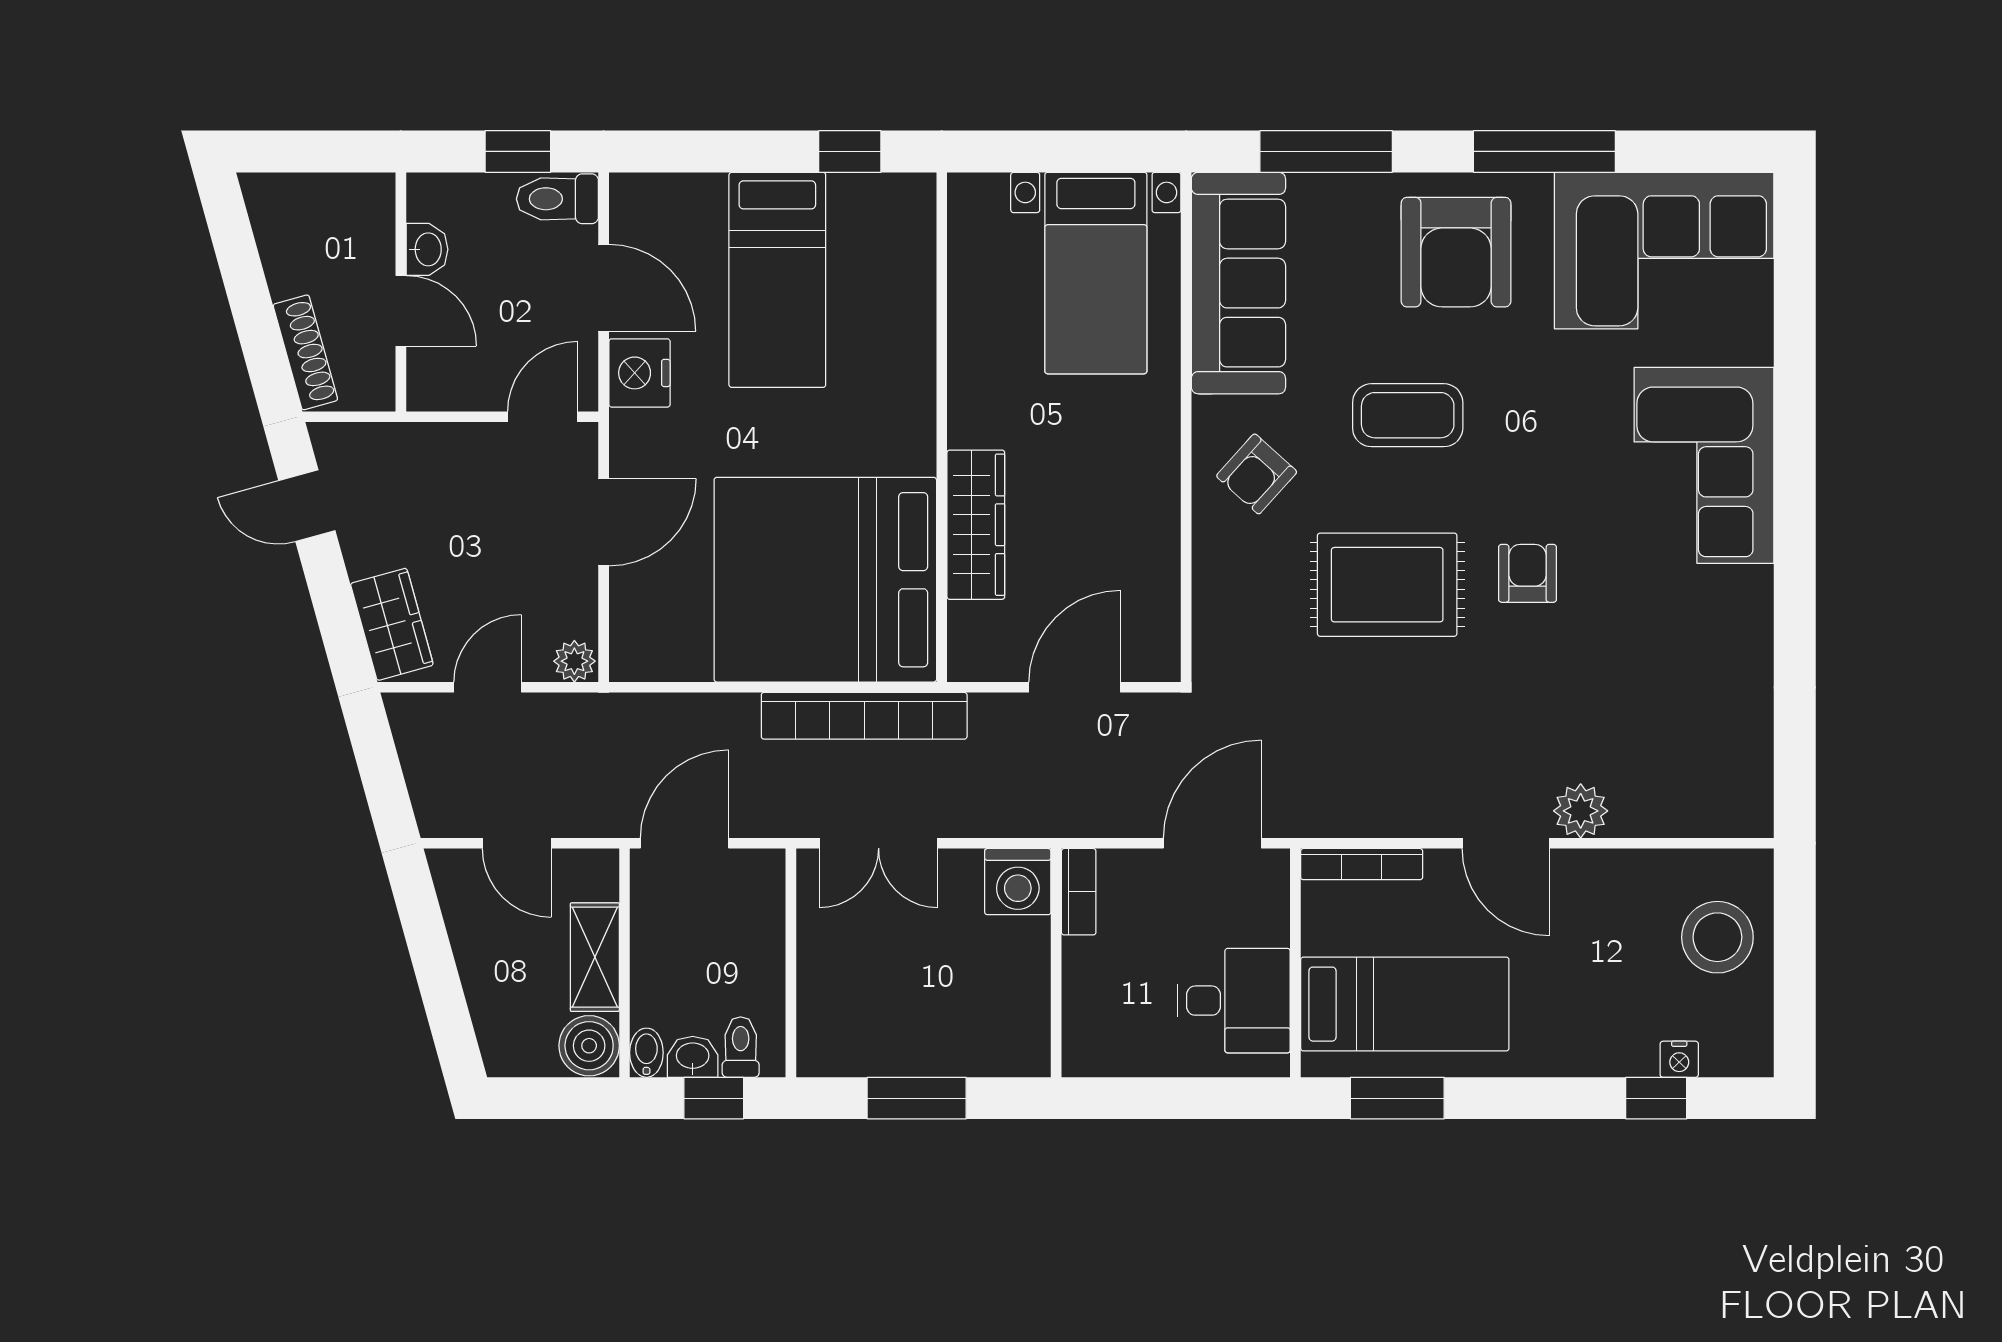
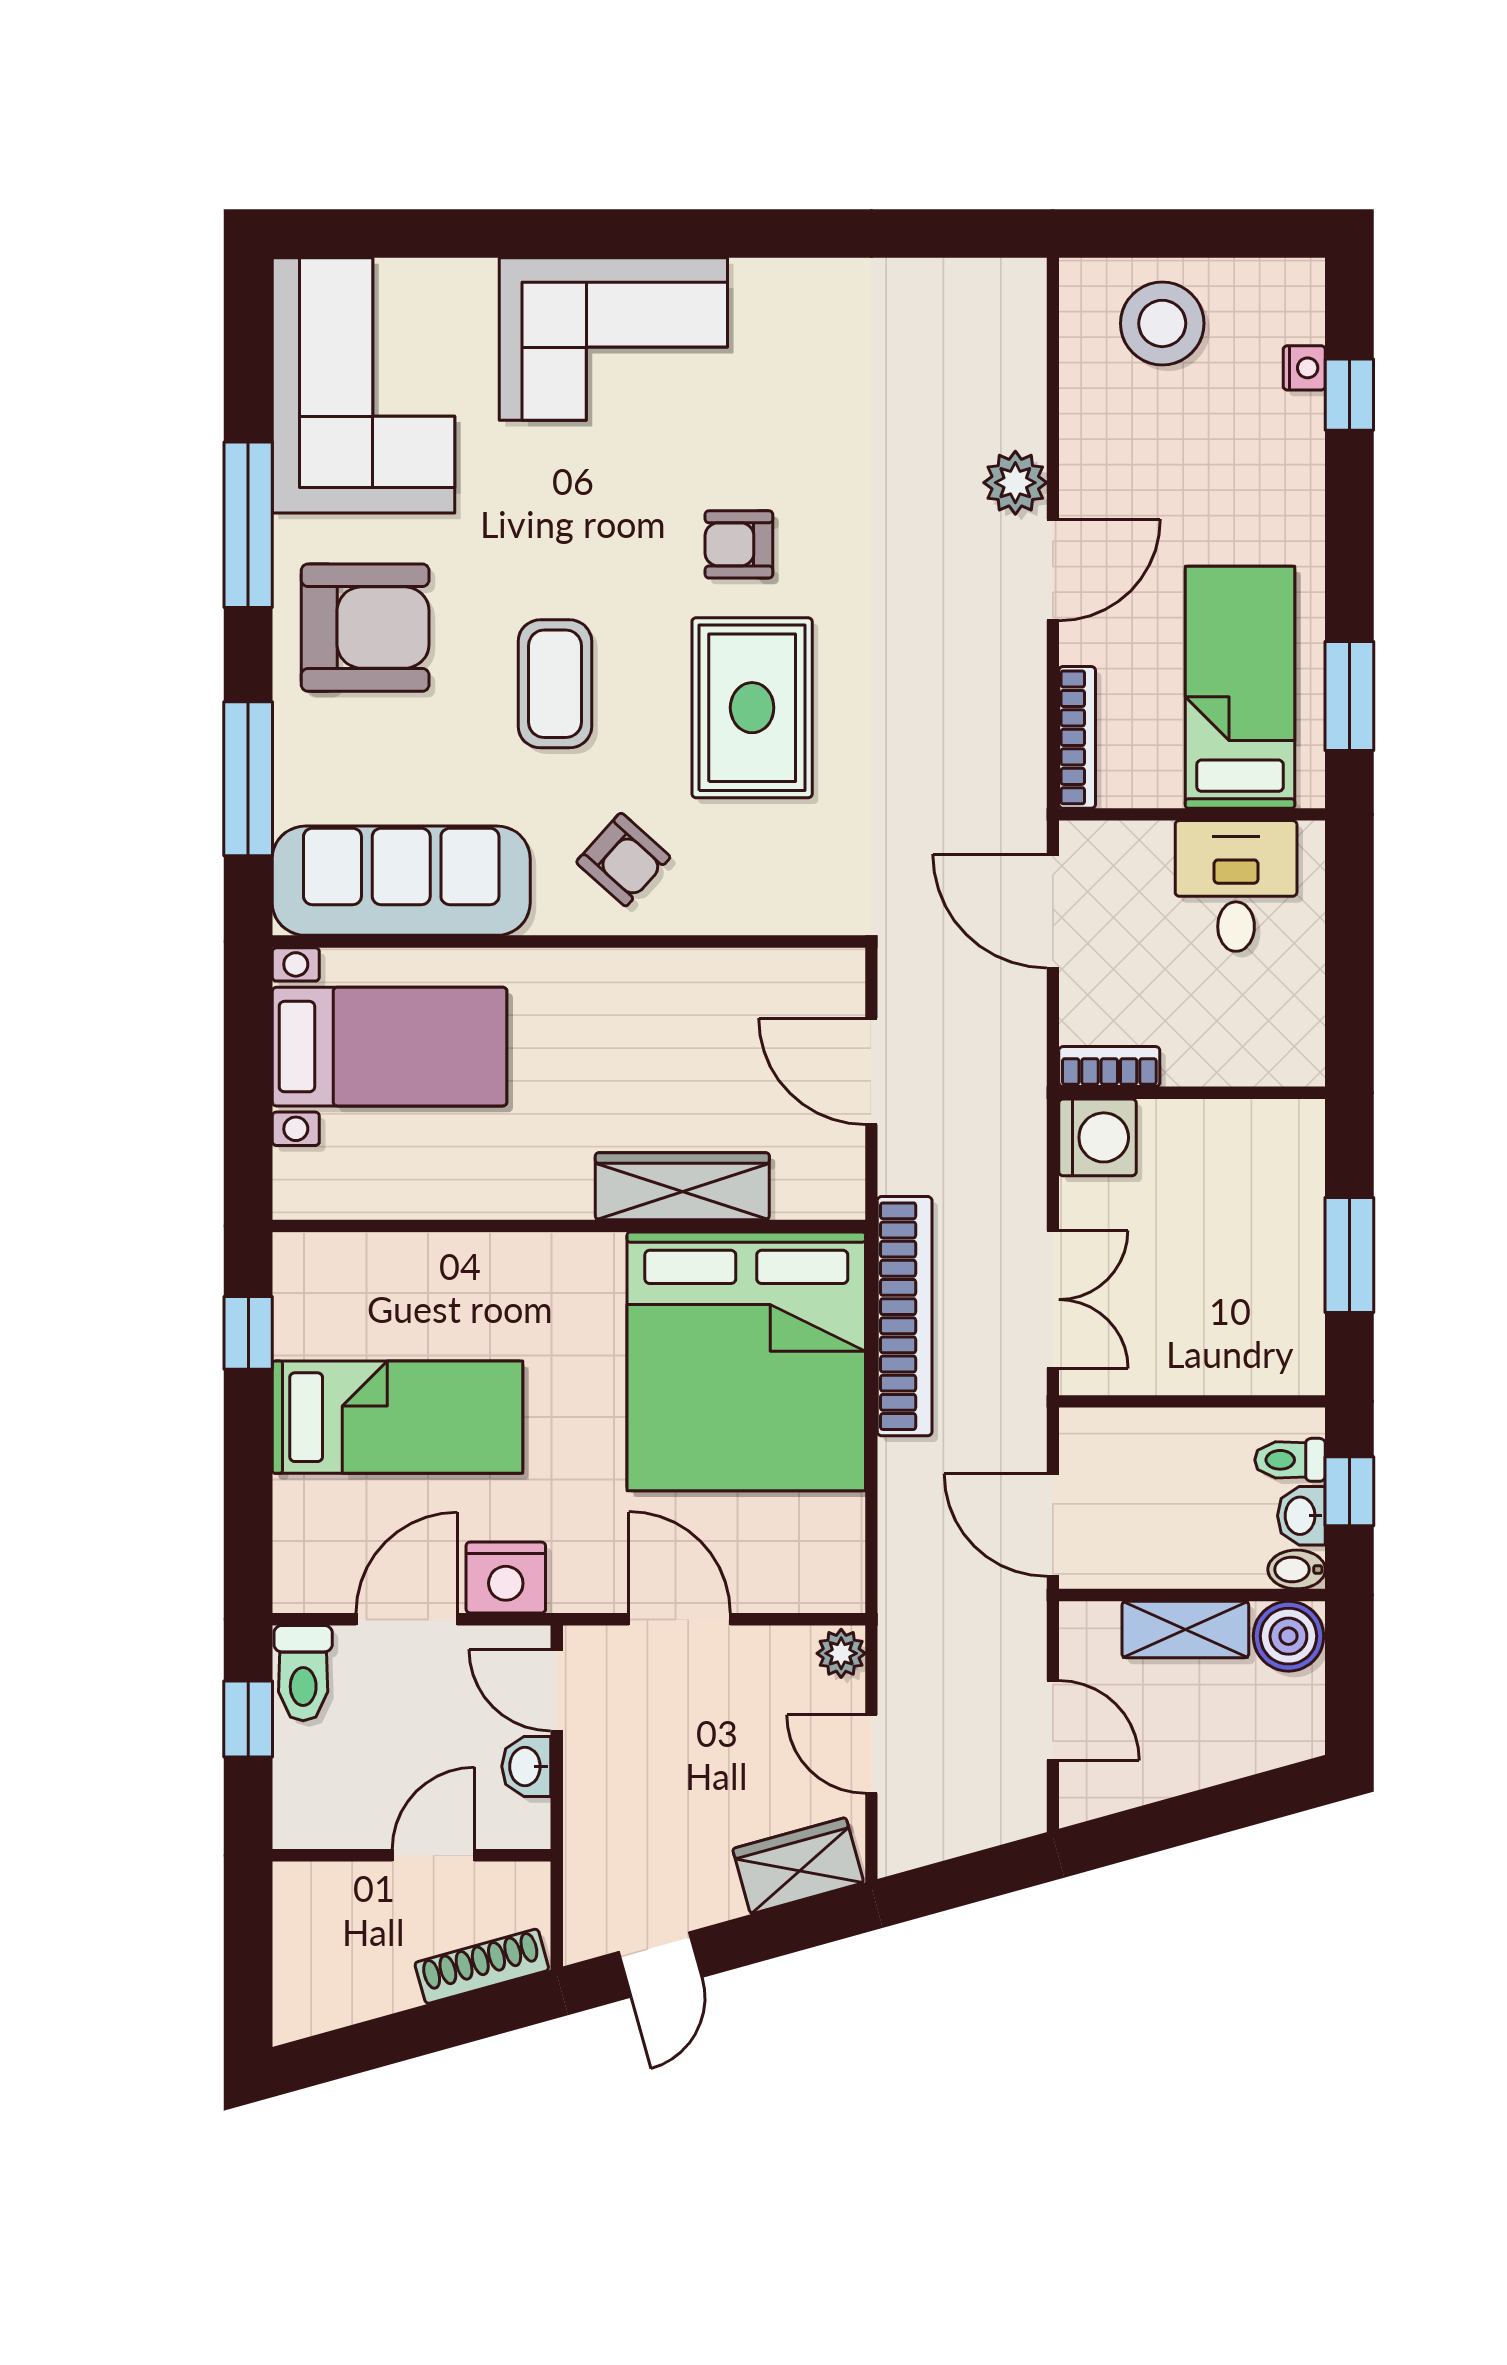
washbasin: (427, 249) -> (526, 1766), moved, turned -90
door: (517, 843) -> (1053, 1720), hinge flipped

